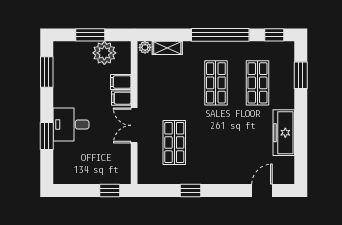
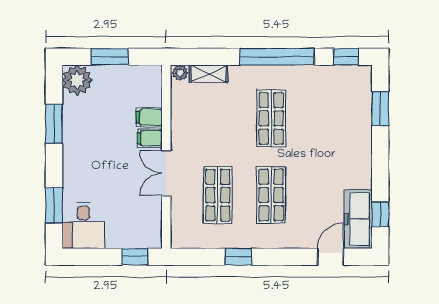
plant: (104, 53) -> (77, 80), moved
window: (47, 72) -> (54, 124), moved
shop shelf: (257, 83) -> (271, 195), moved
desk: (71, 124) -> (83, 226), moved, turned -90
freezer: (284, 133) -> (358, 219), moved
window: (47, 136) -> (54, 205), moved
window: (301, 158) -> (380, 214), added

